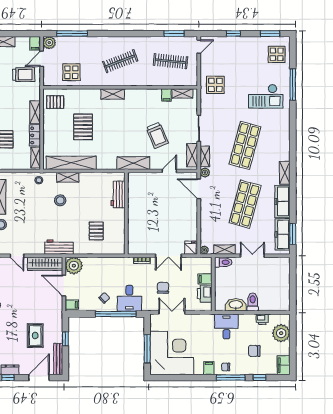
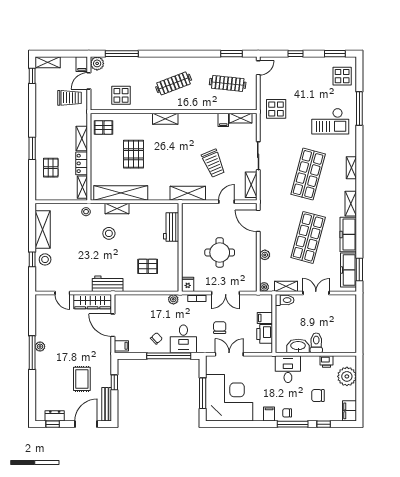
shelving: (205, 156) -> (351, 168), moved
plant: (205, 173) -> (265, 255), moved
round table: (163, 218) -> (220, 252), added
pallet: (96, 231) -> (148, 266), turned 90
fridge: (190, 248) -> (188, 284), moved
plant: (74, 266) -> (173, 299), moved, width x0.53, depth x0.53

